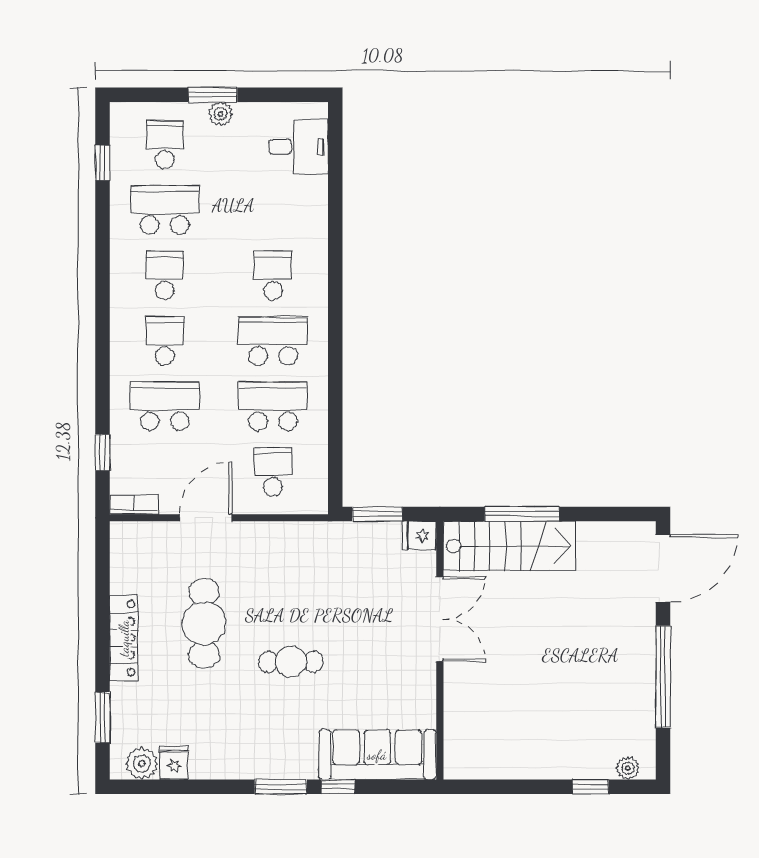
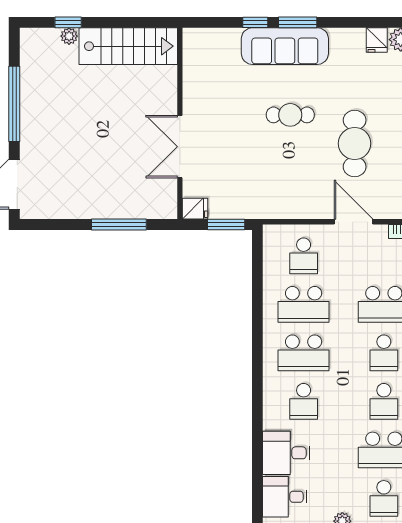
desk: (296, 206) -> (286, 453), added
door: (206, 518) -> (353, 222), swing flipped
stairs: (509, 546) -> (128, 46), moved, turned 180
sofa: (377, 755) -> (285, 46), moved
plant: (628, 768) -> (69, 36), moved

